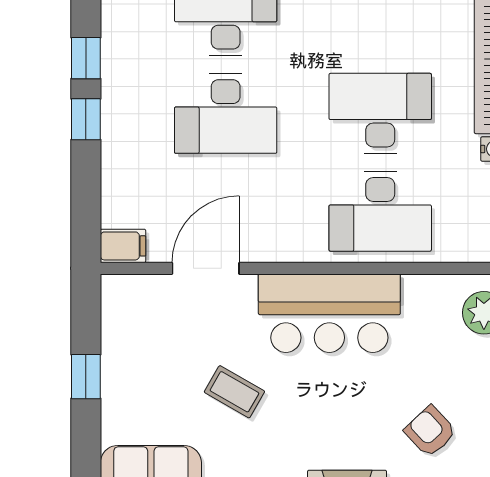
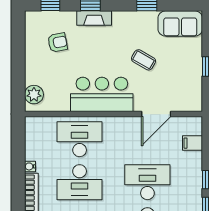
filing cabinet: (123, 246) -> (192, 143), moved
armchair: (430, 431) -> (58, 42), turned -58

